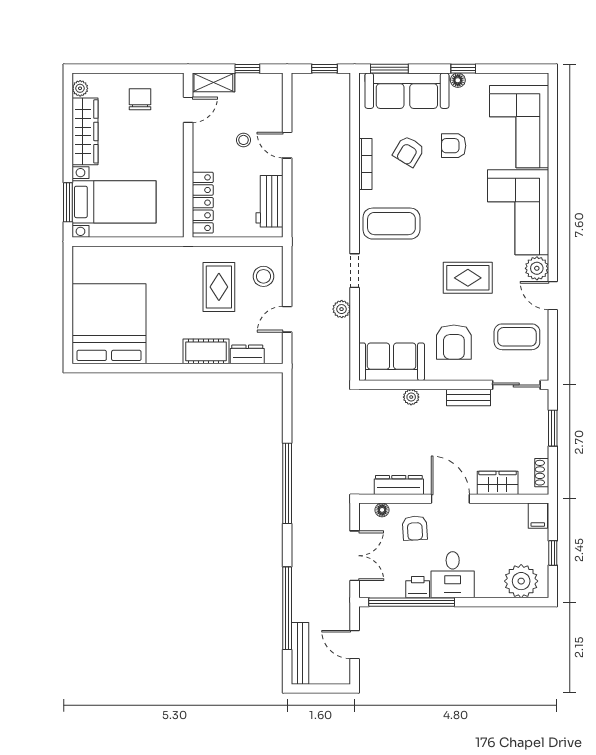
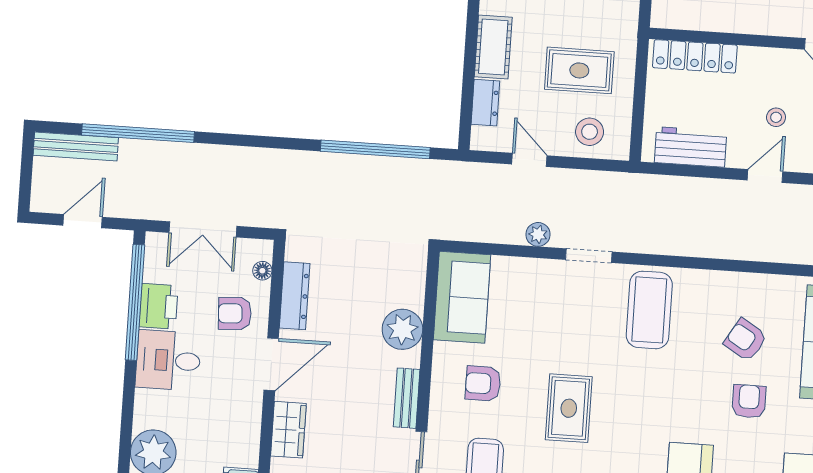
bookcase: (365, 164) -> (732, 280), removed
armchair: (454, 342) -> (483, 384), width x0.72, depth x0.72
plant: (411, 397) -> (402, 329), width x1.87, depth x1.87
window: (287, 483) -> (375, 149), moved
printer: (418, 587) -> (159, 306), width x1.36, depth x1.24

